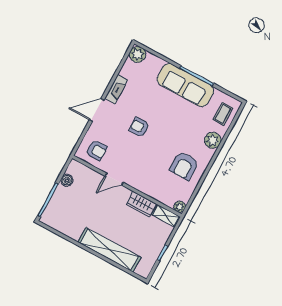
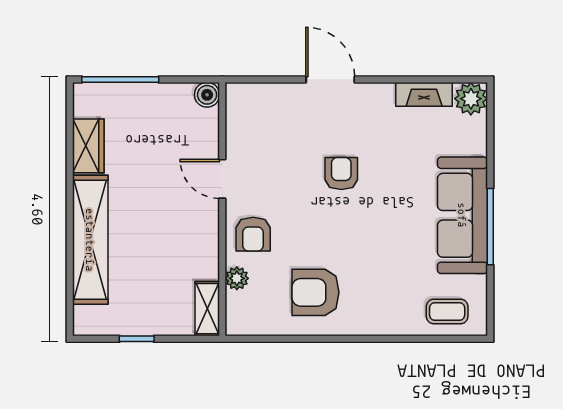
fireplace: (116, 89) -> (424, 94), moved
plant: (213, 140) -> (389, 319), removed
armchair: (97, 150) -> (253, 234), moved
boiler: (67, 180) -> (207, 95), moved
wardrobe: (141, 204) -> (88, 146), moved, turned 180
plant: (180, 207) -> (237, 278), moved

